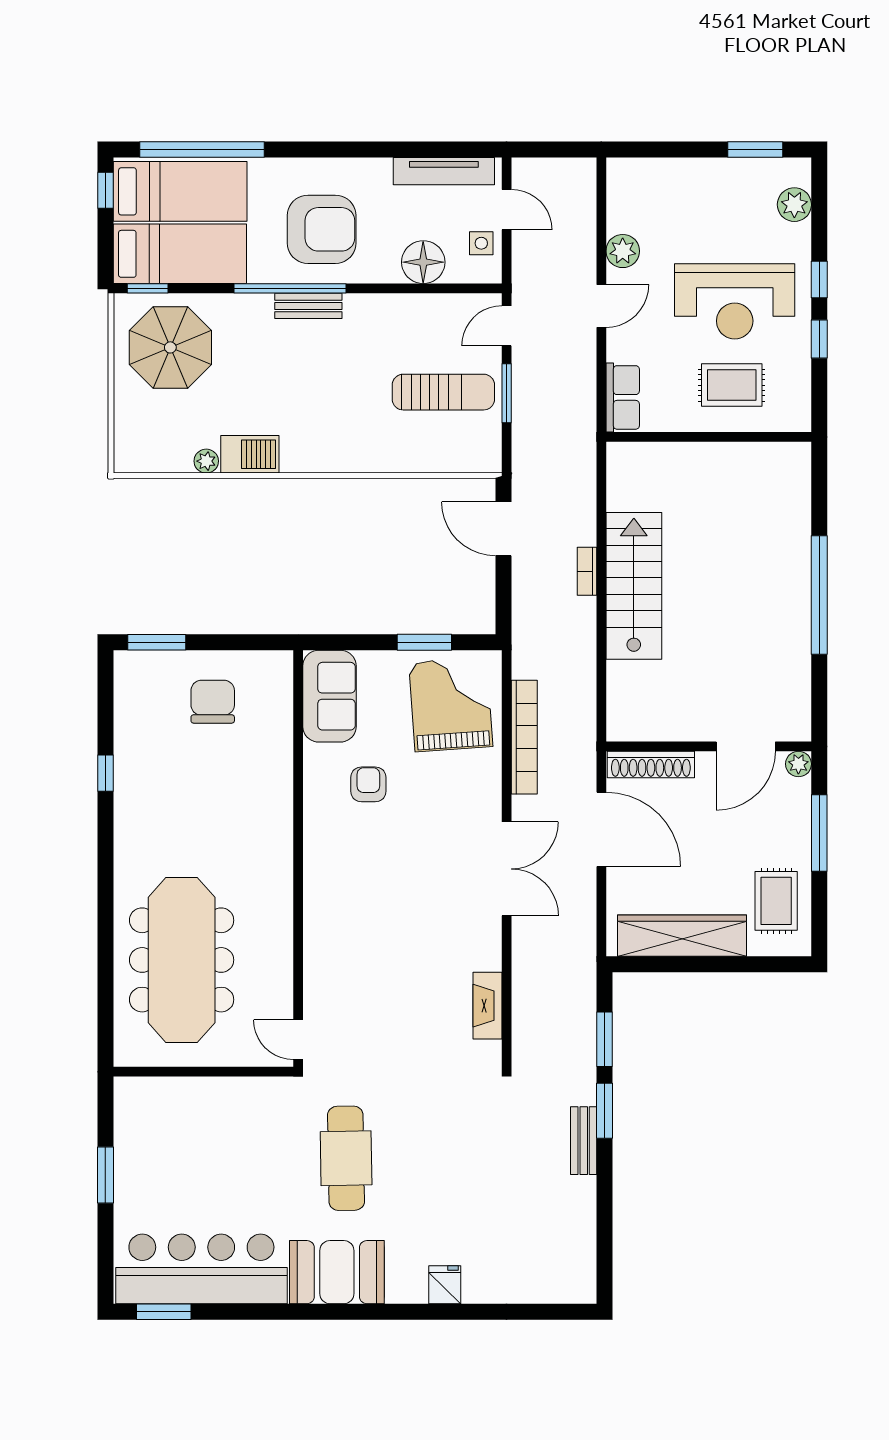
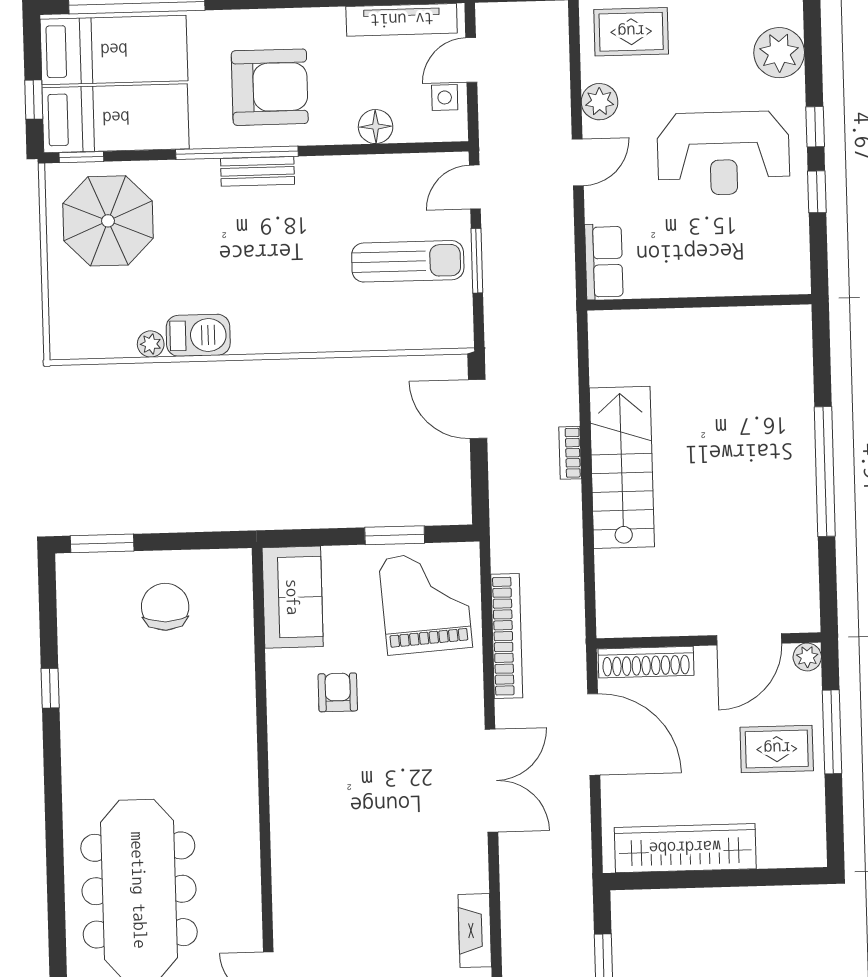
window: (105, 190) -> (34, 100), moved
plant: (794, 205) -> (779, 53), width x1.36, depth x1.36
door: (507, 210) -> (471, 60), swing flipped
floor lamp: (423, 262) -> (376, 127), width x0.73, depth x0.73
rug: (732, 385) -> (631, 32), moved
rug: (776, 901) -> (777, 749), moved, turned 90

